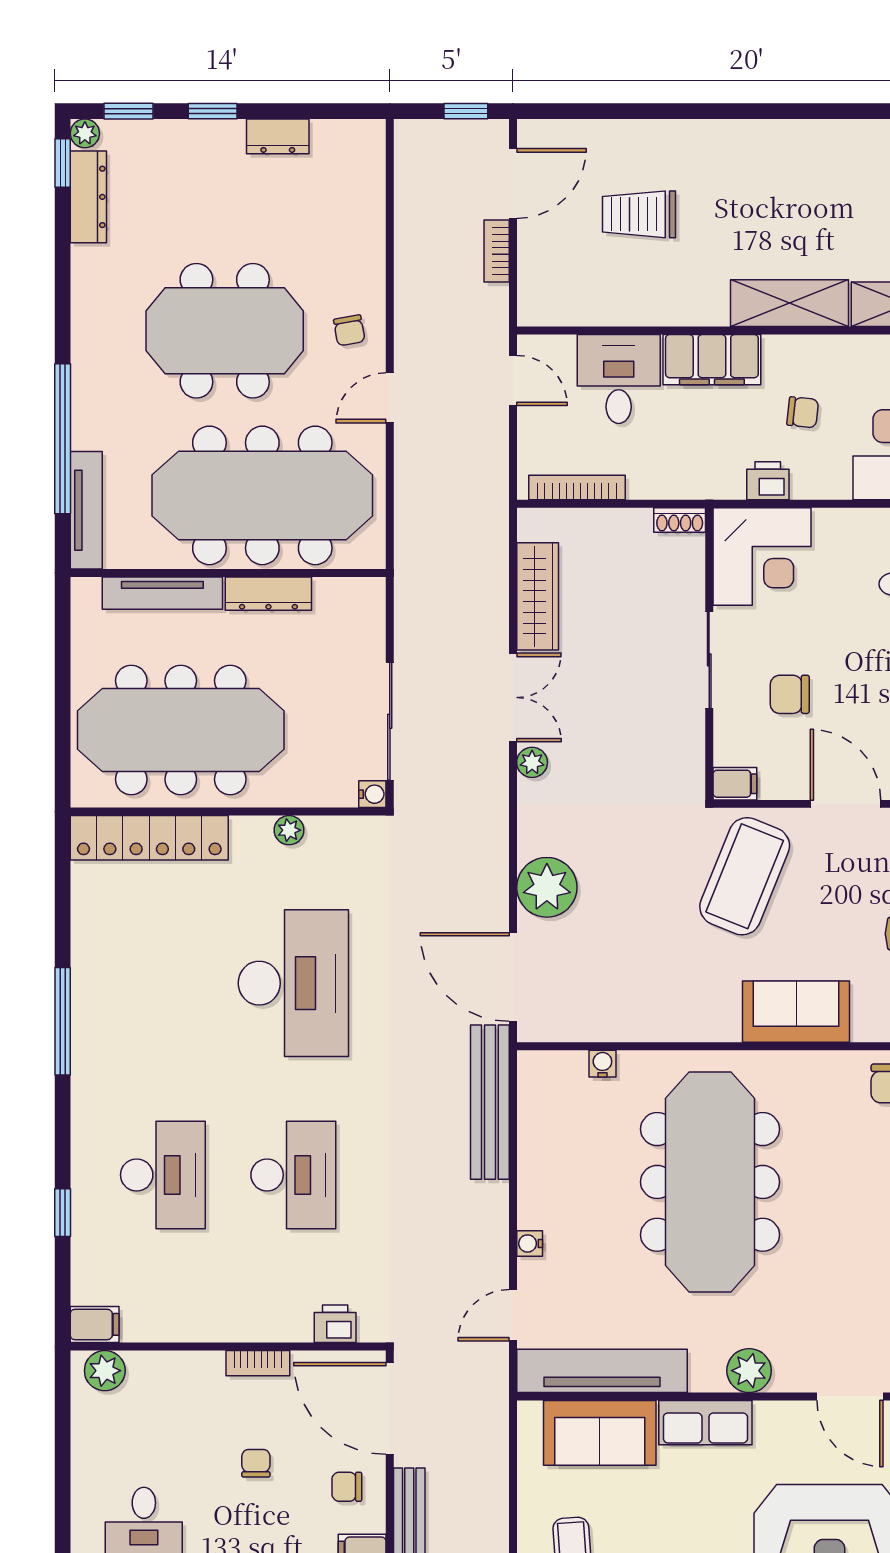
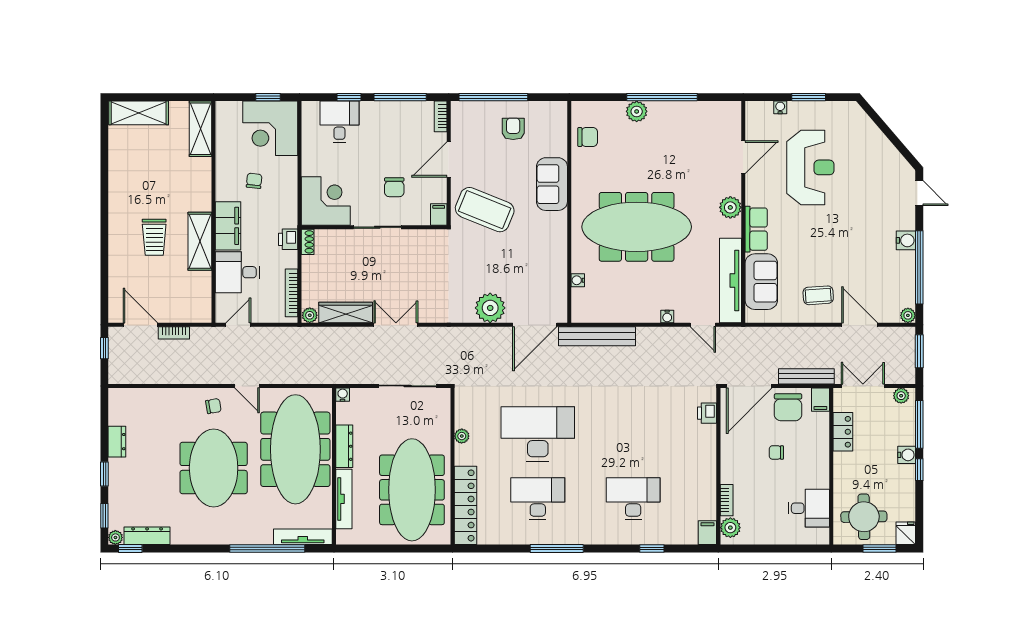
trolley: (639, 214) -> (154, 237), moved
shelving: (790, 303) -> (200, 241), moved
printer: (768, 481) -> (288, 239), moved
plant: (532, 762) -> (310, 315), moved
water cooler: (372, 794) -> (343, 395), moved
desk: (293, 1175) -> (538, 499), moved
bookcase: (258, 1363) -> (727, 500), moved
chair: (347, 1487) -> (788, 407), width x1.87, depth x1.87

